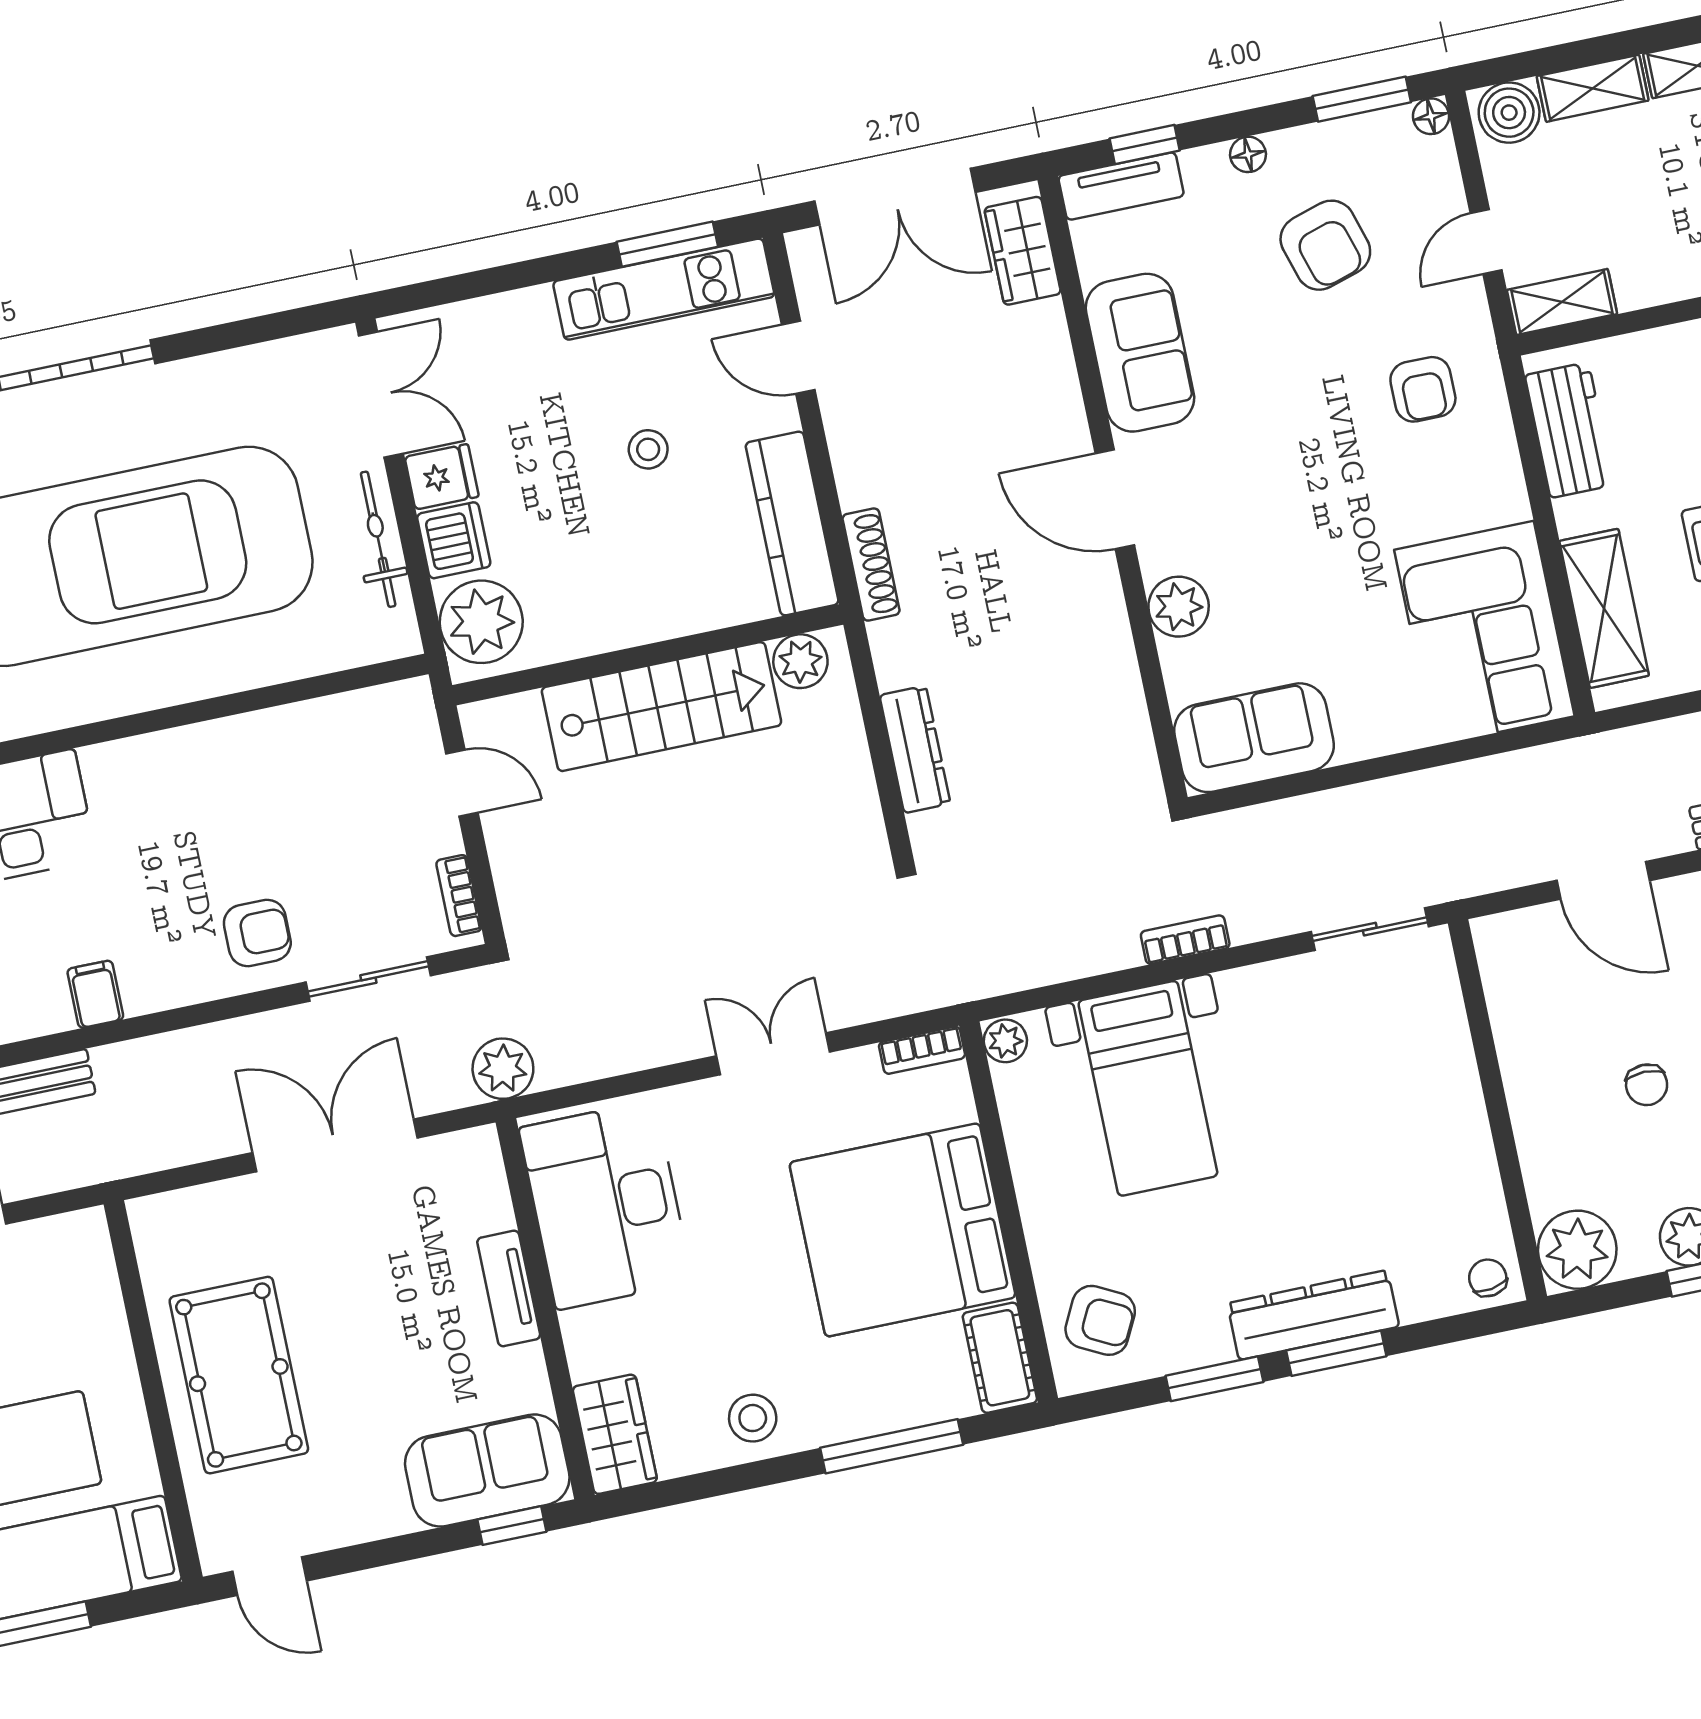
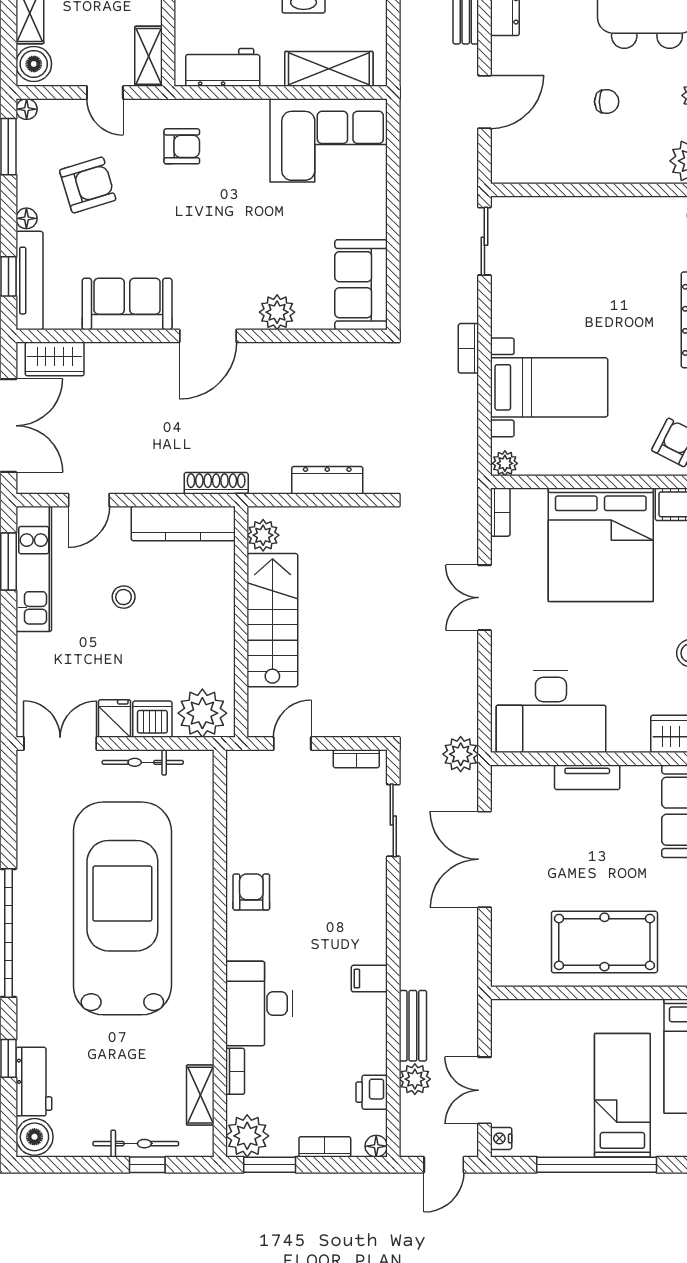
tv unit: (1121, 186) -> (29, 281), width x1.41
armchair: (257, 933) -> (251, 892), moved

